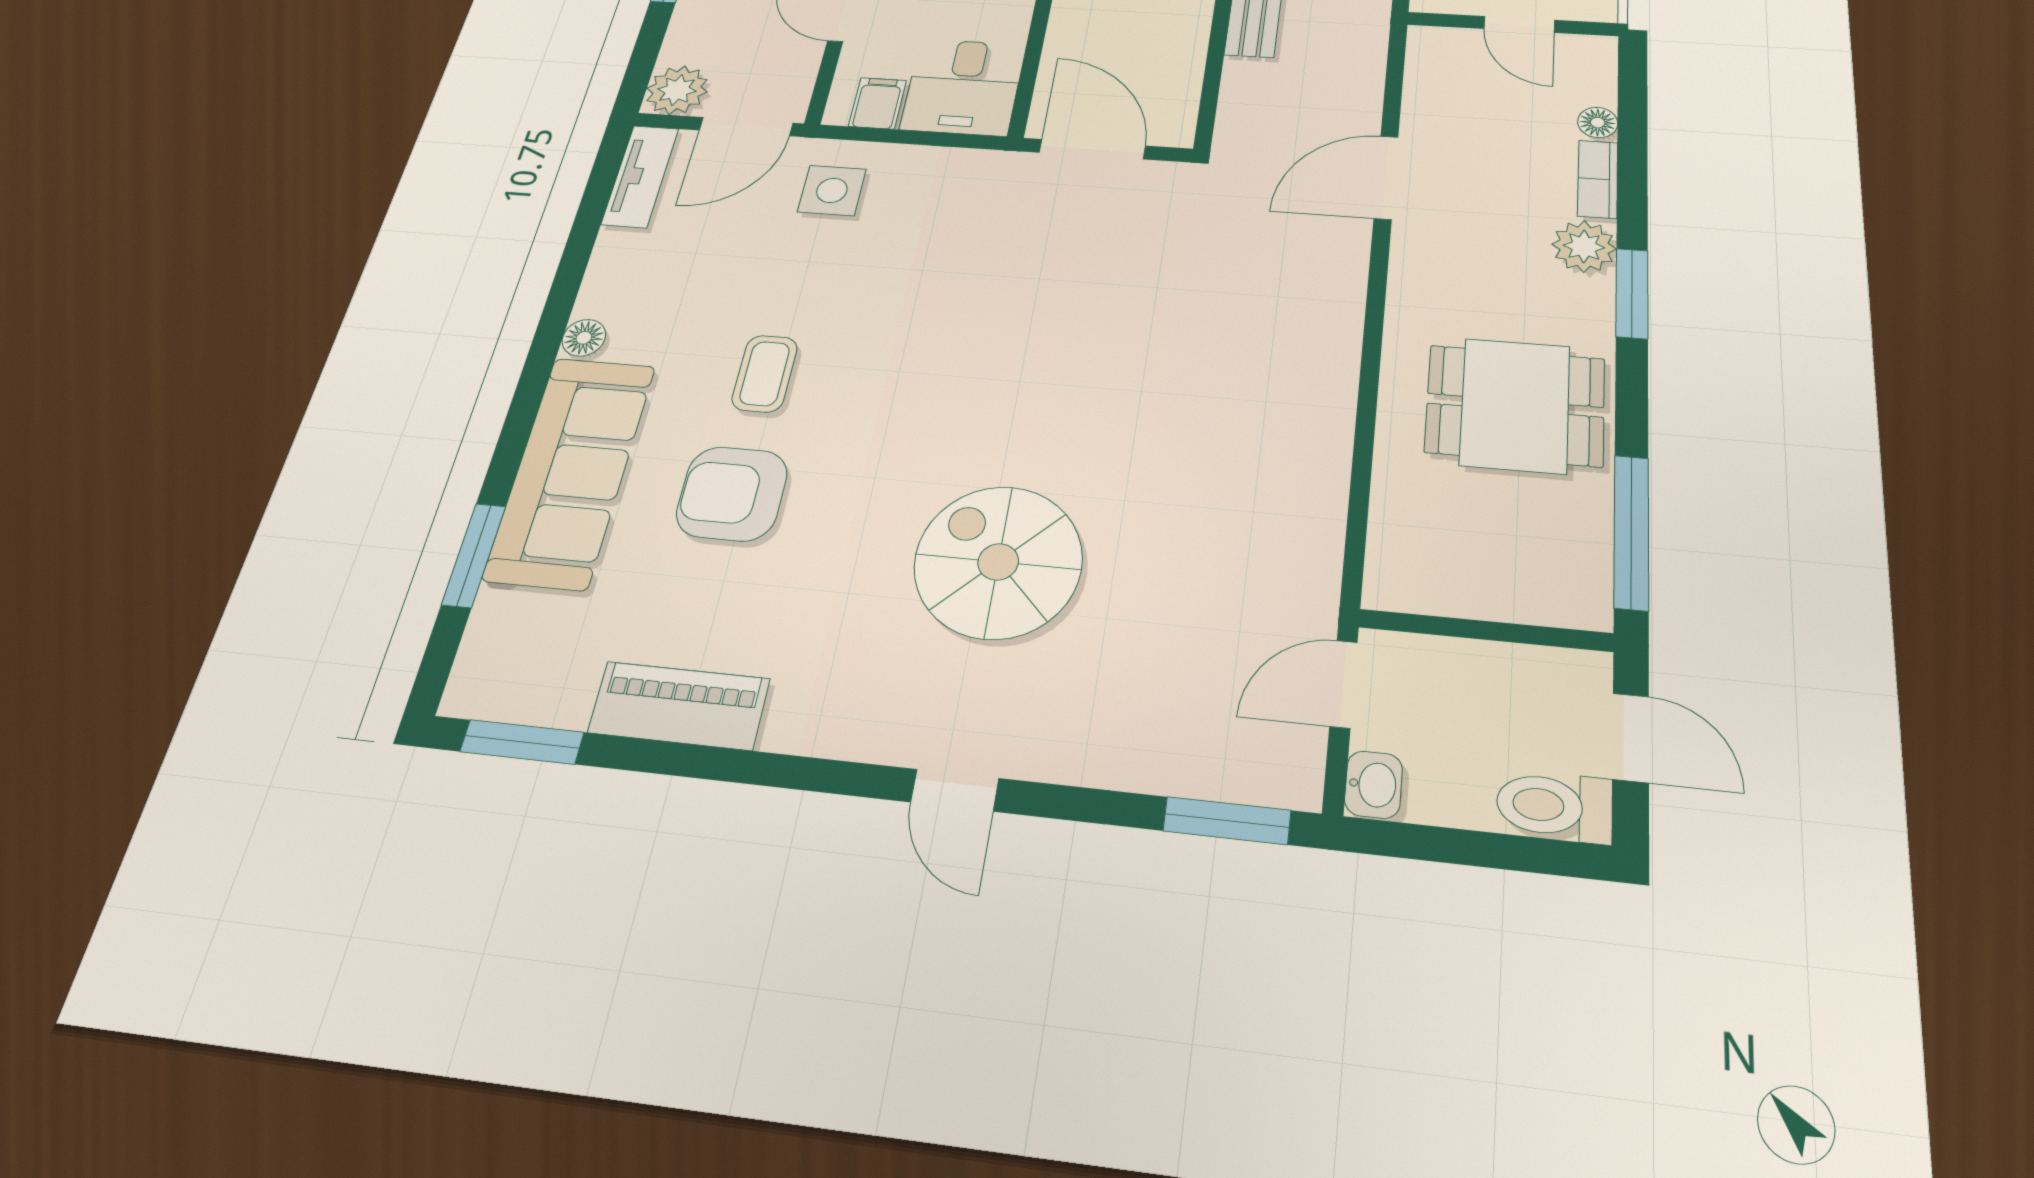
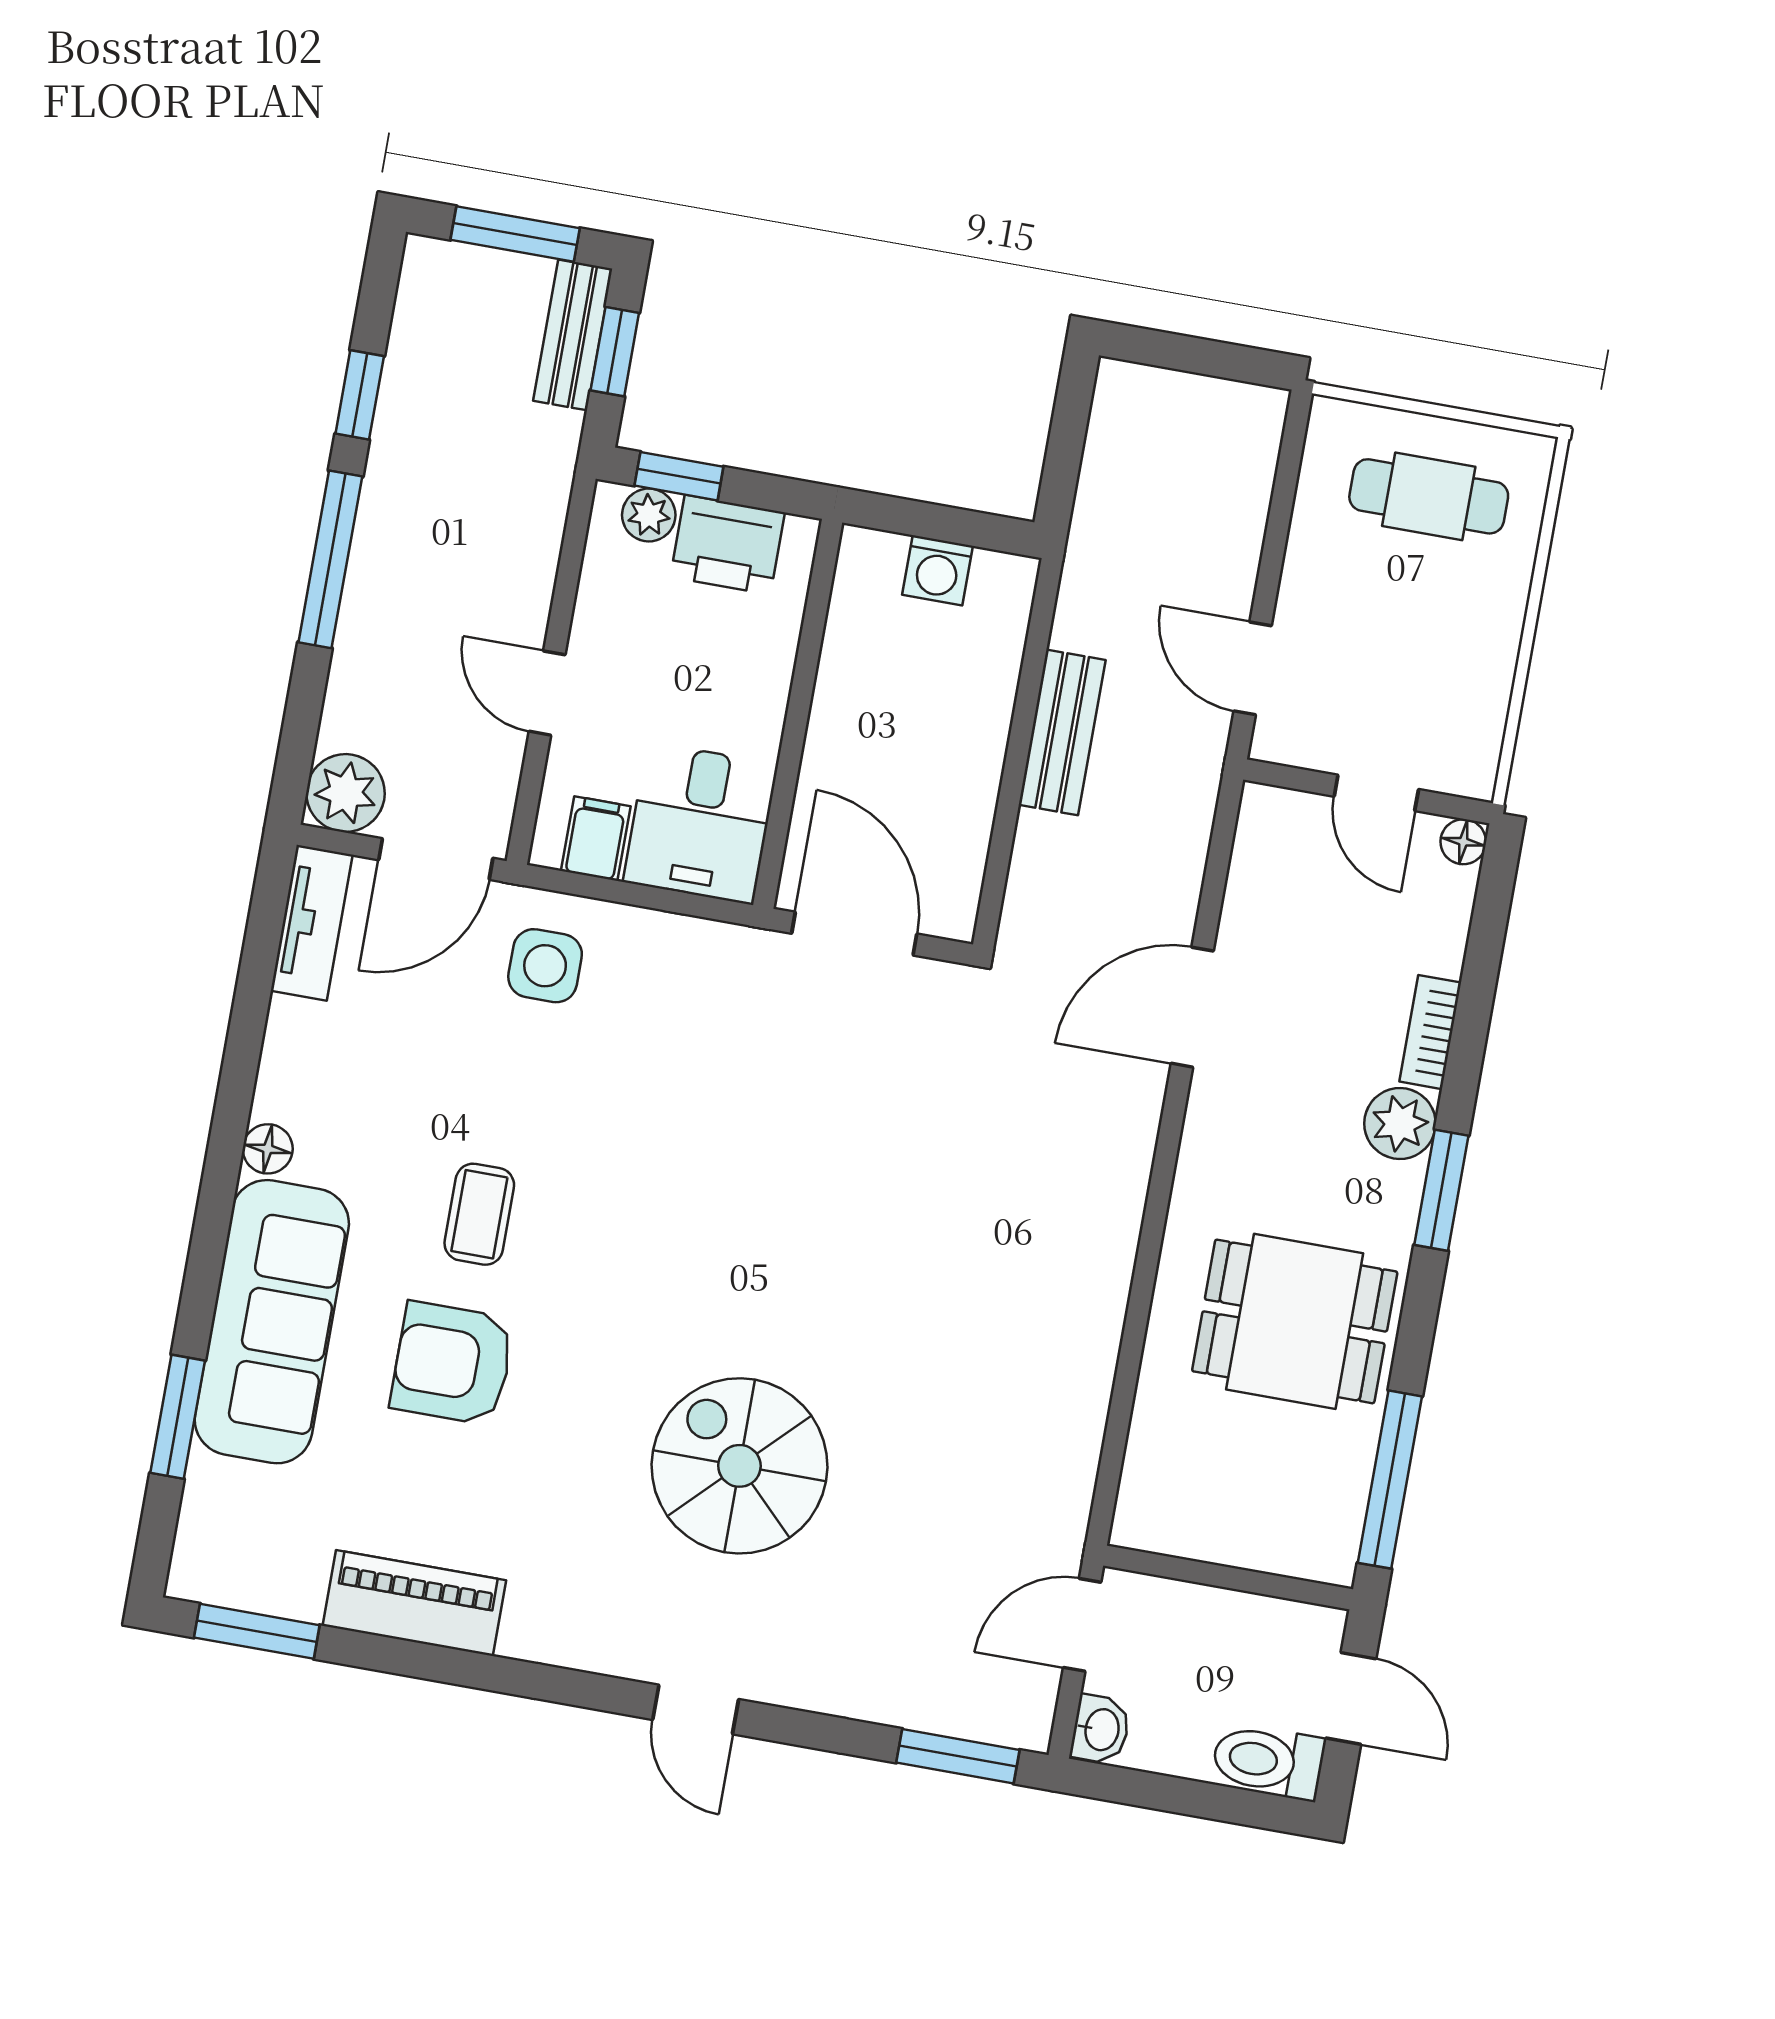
floor lamp: (1598, 123) -> (1463, 842), moved

